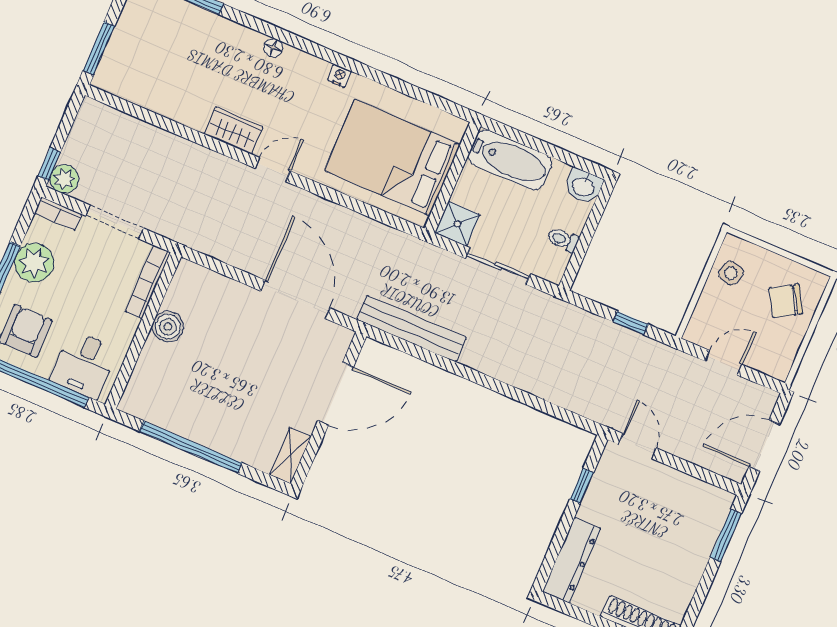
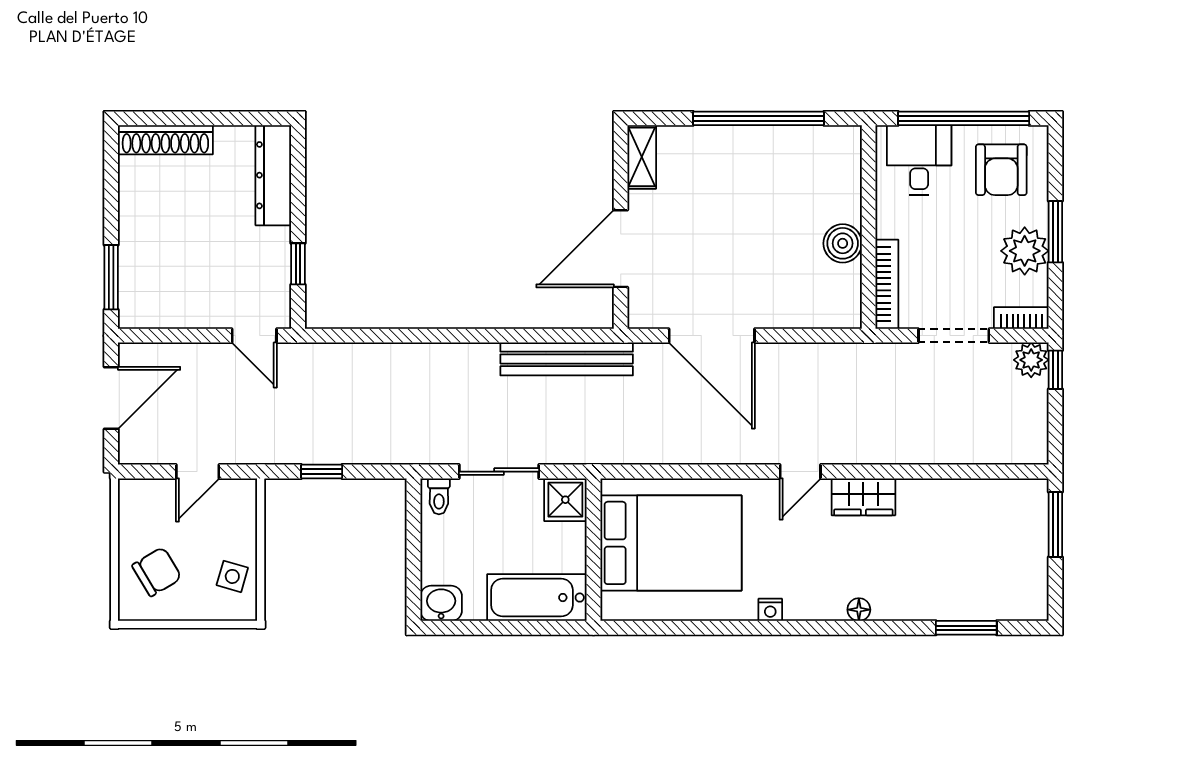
toilet: (563, 240) -> (439, 496), moved, turned 90

